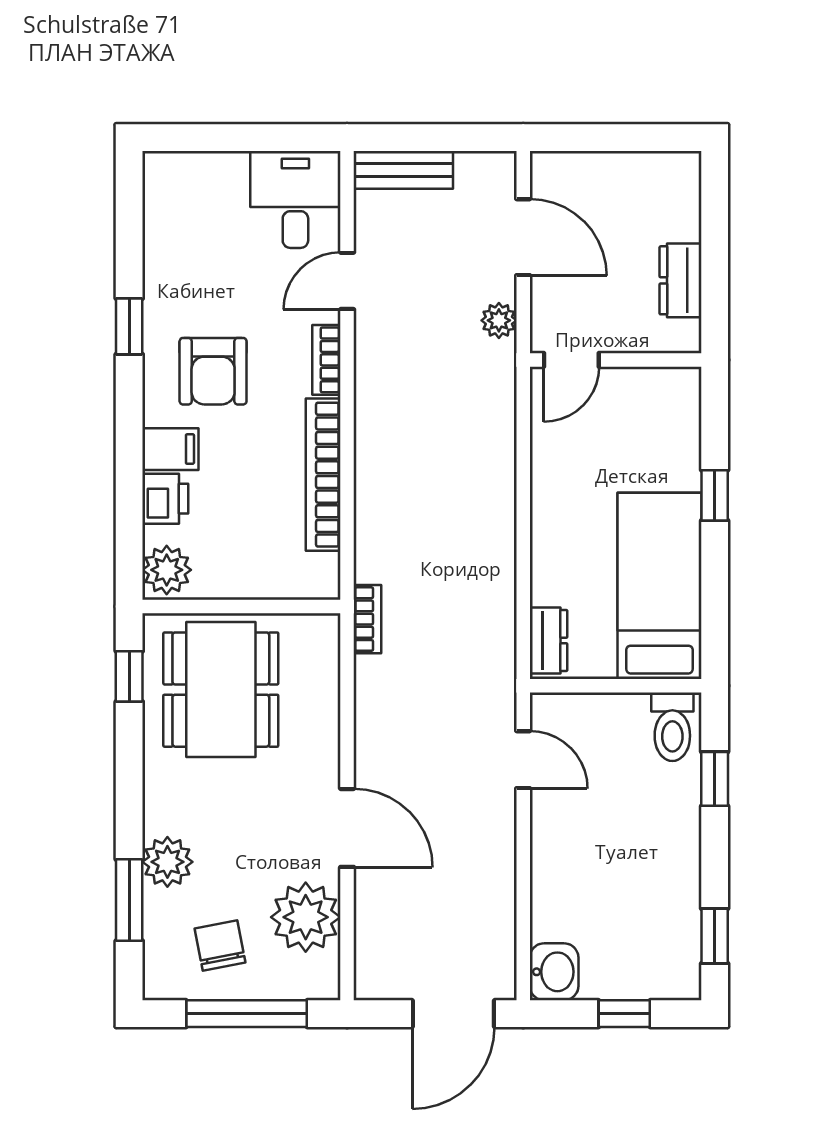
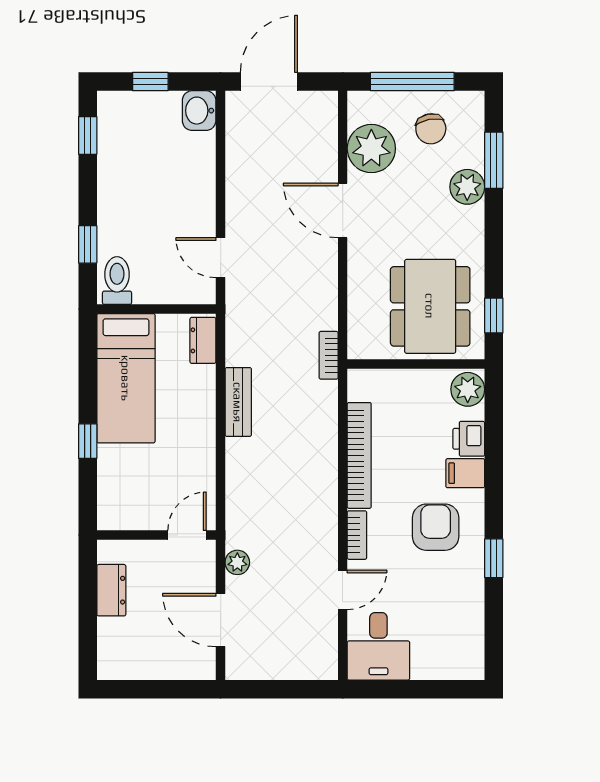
bench: (403, 170) -> (238, 402), moved, turned 90

